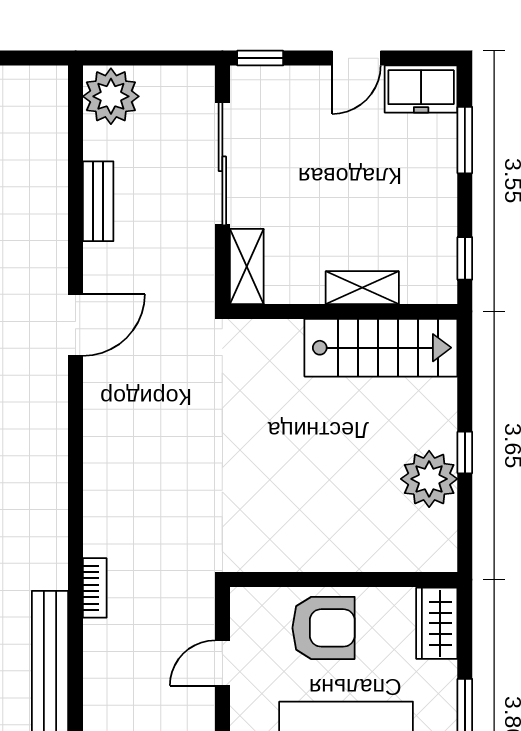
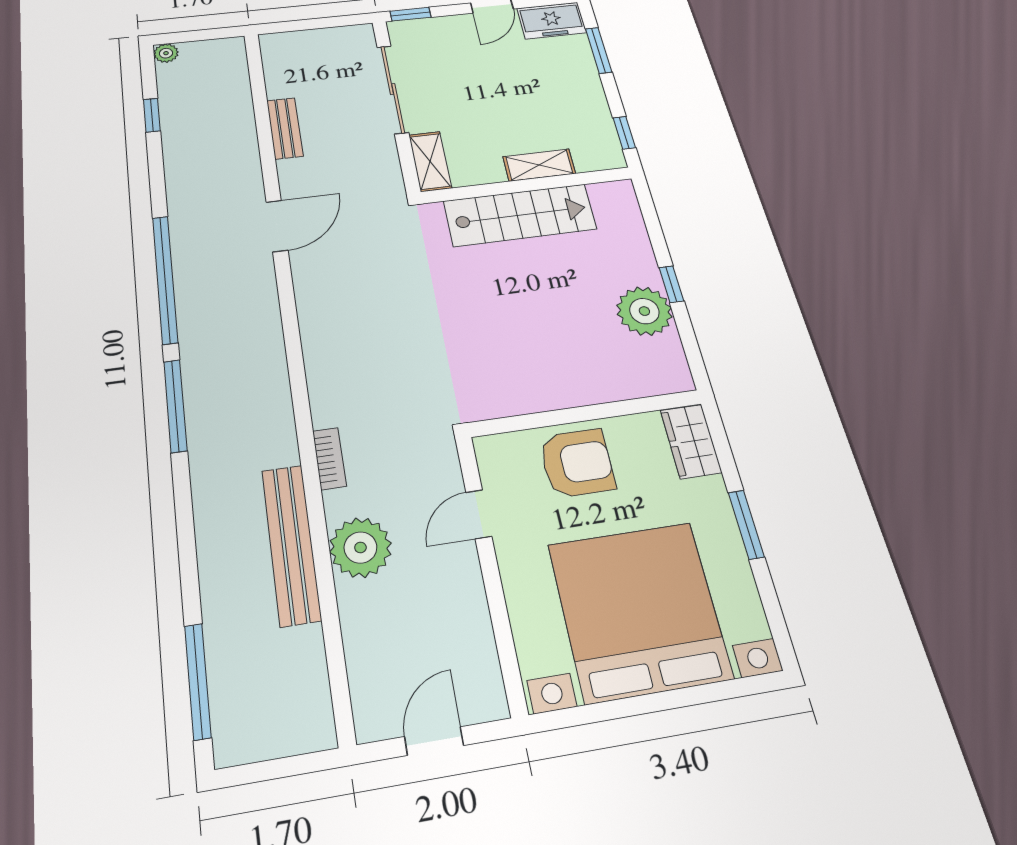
plant: (111, 96) -> (360, 547), moved
stairs: (381, 348) -> (520, 215), moved

